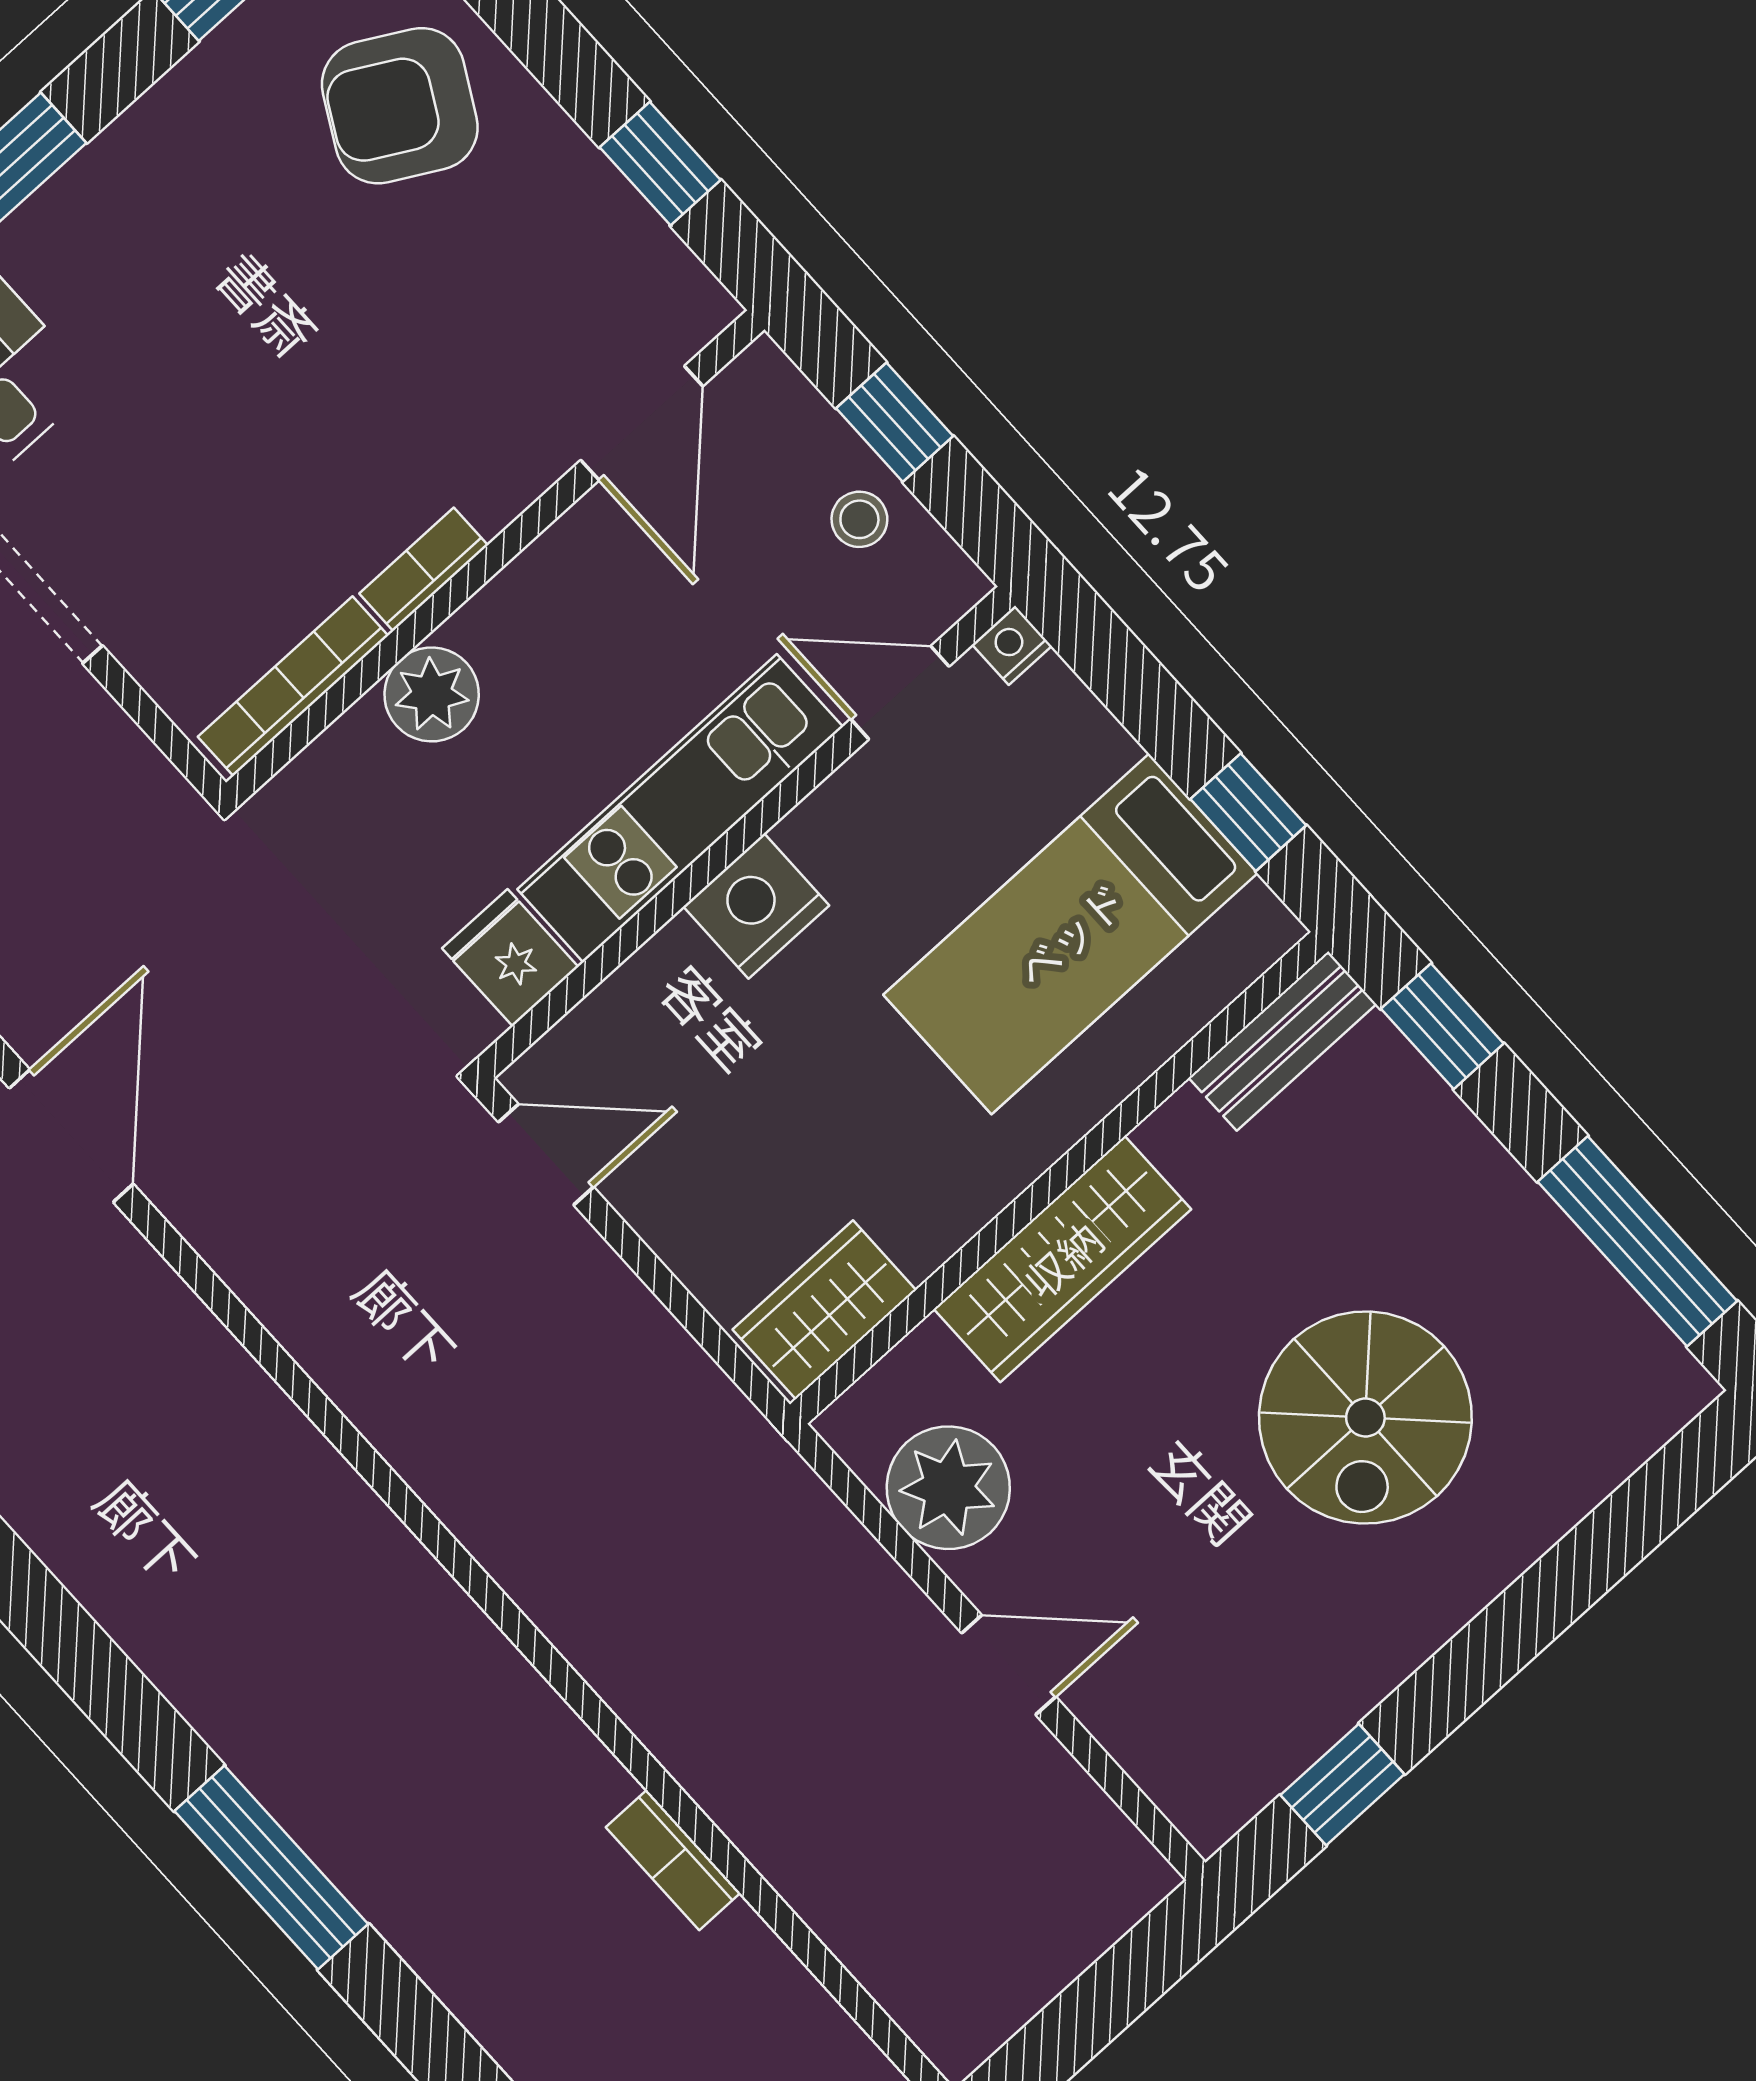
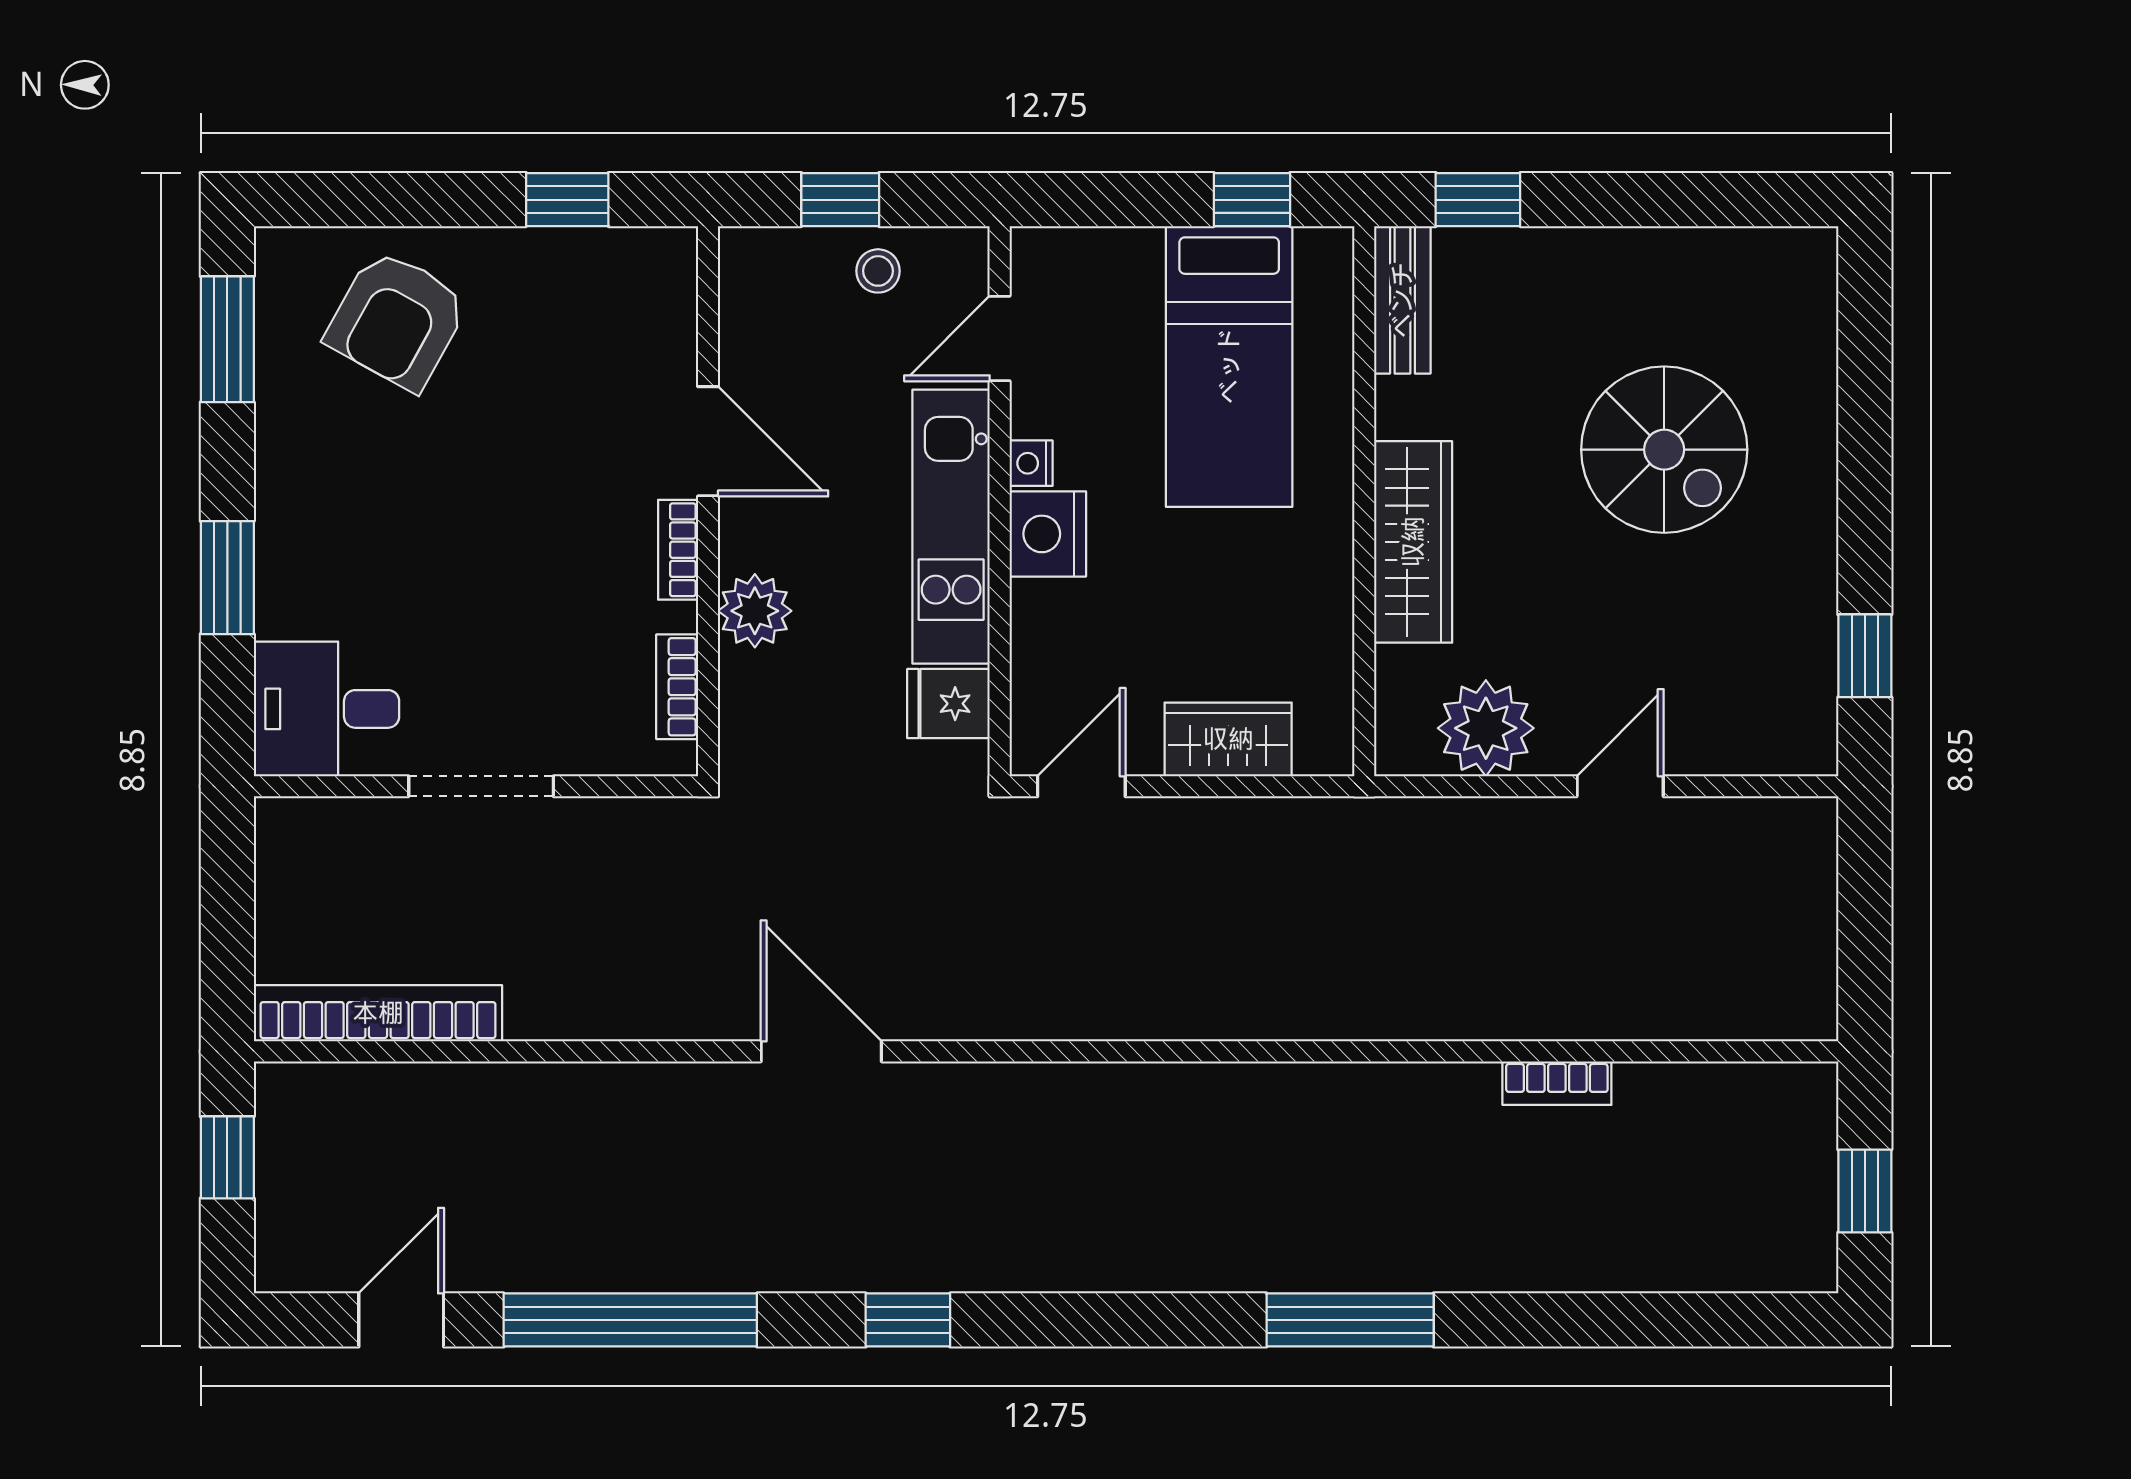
door: (642, 423) -> (708, 441), moved
nightstand: (1012, 645) -> (1031, 463), moved
bookcase: (293, 686) -> (677, 687), width x0.64
window: (1637, 1241) -> (1705, 200), removed
wardrobe: (824, 1310) -> (1228, 739), moved, turned 90

